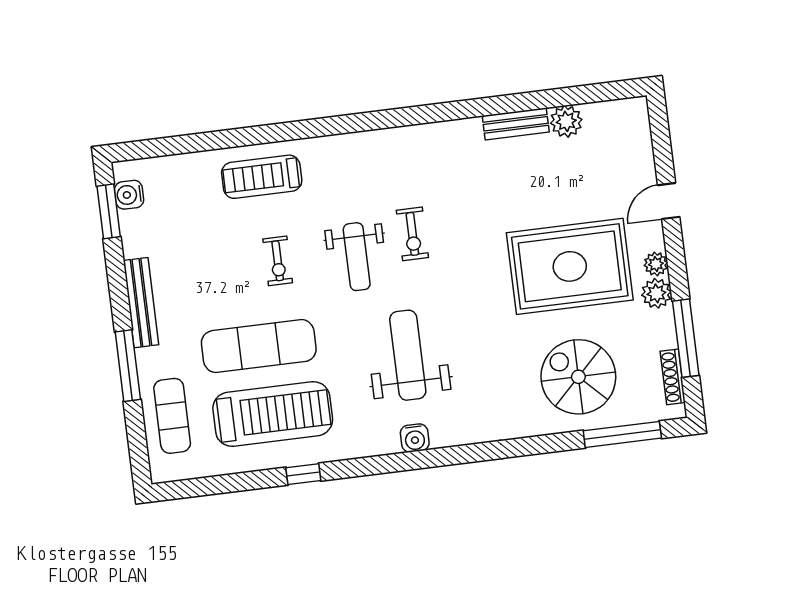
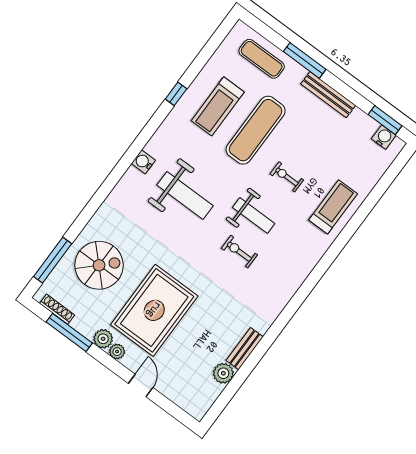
weight bench: (357, 257) -> (254, 216), turned 180
treadmill: (273, 414) -> (218, 106), width x0.73, depth x0.73

